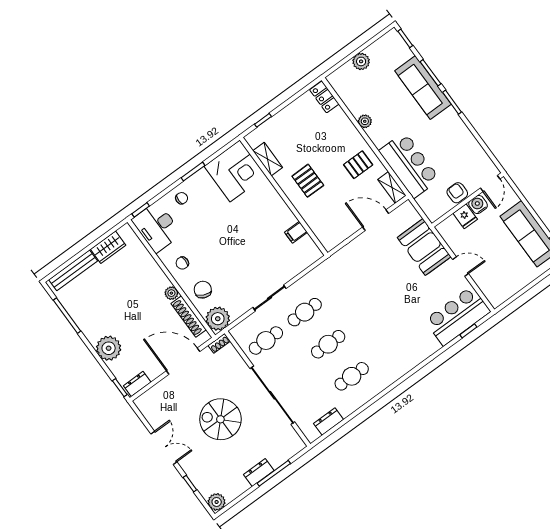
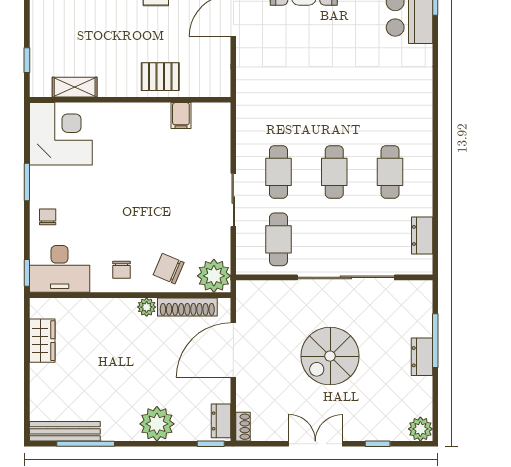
pallet: (308, 181) -> (160, 77), moved
bench: (73, 270) -> (65, 431), moved, turned 90
shoe rack: (219, 343) -> (243, 427), moved

